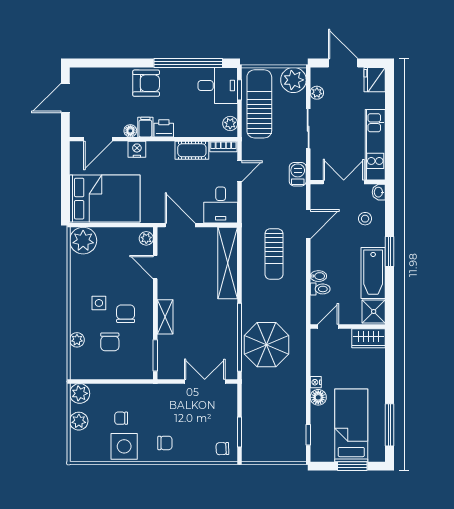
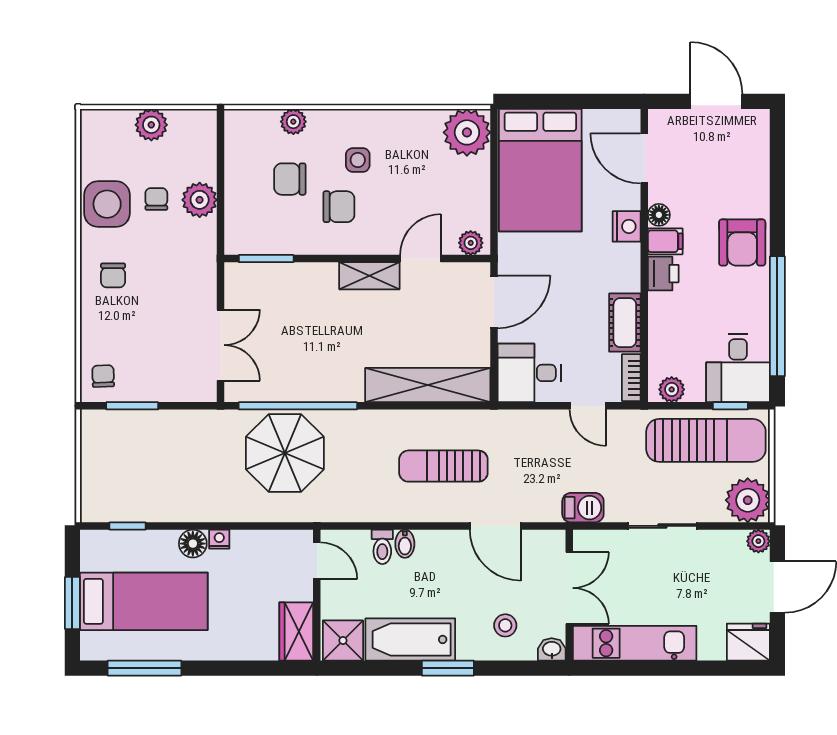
plant: (317, 93) -> (758, 541), moved
shelving: (165, 317) -> (369, 276), moved
plant: (80, 393) -> (200, 200), moved

